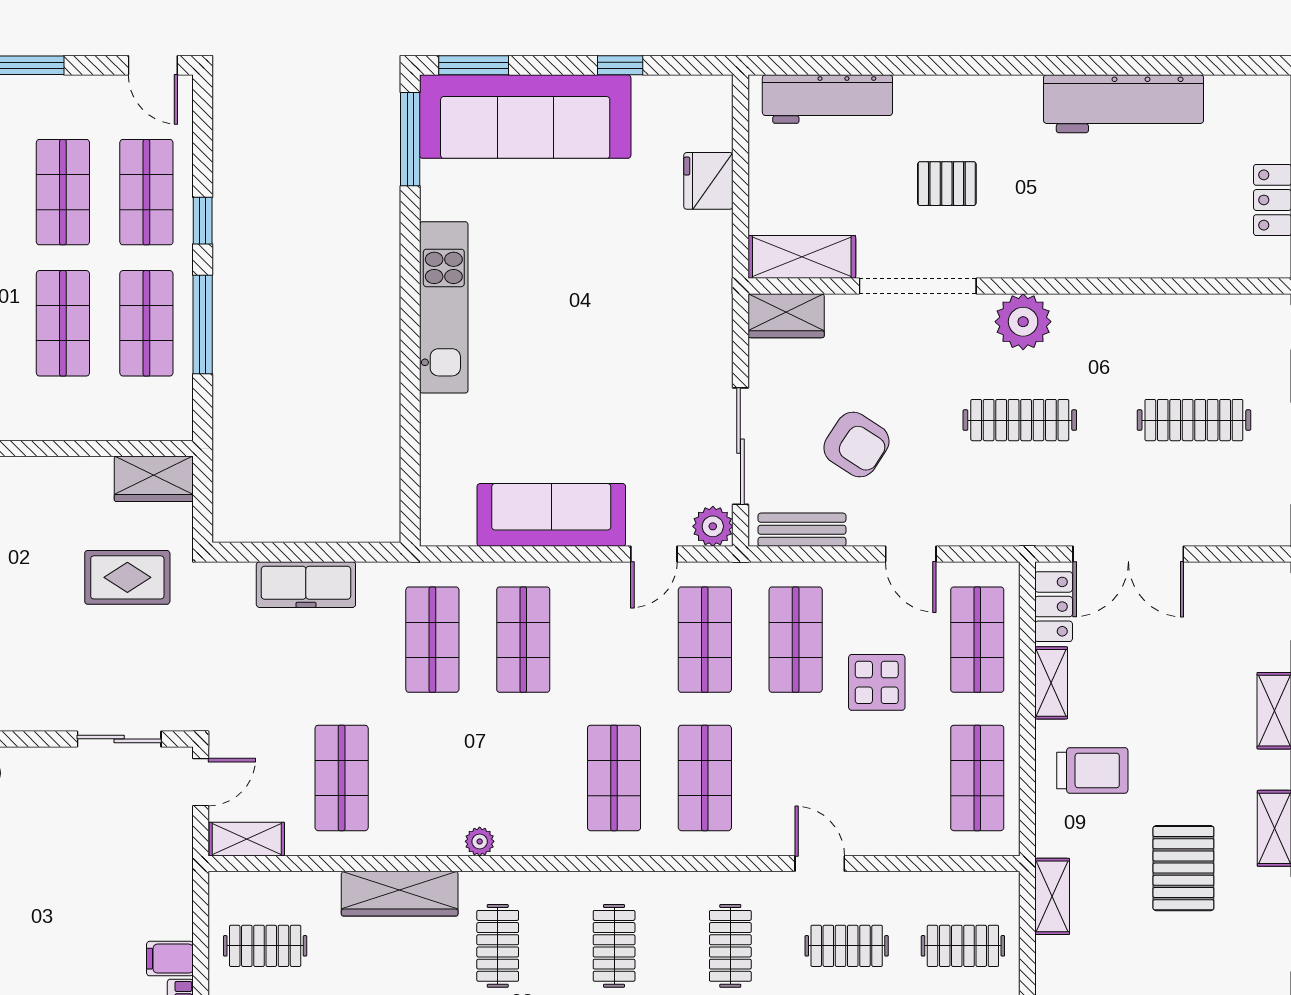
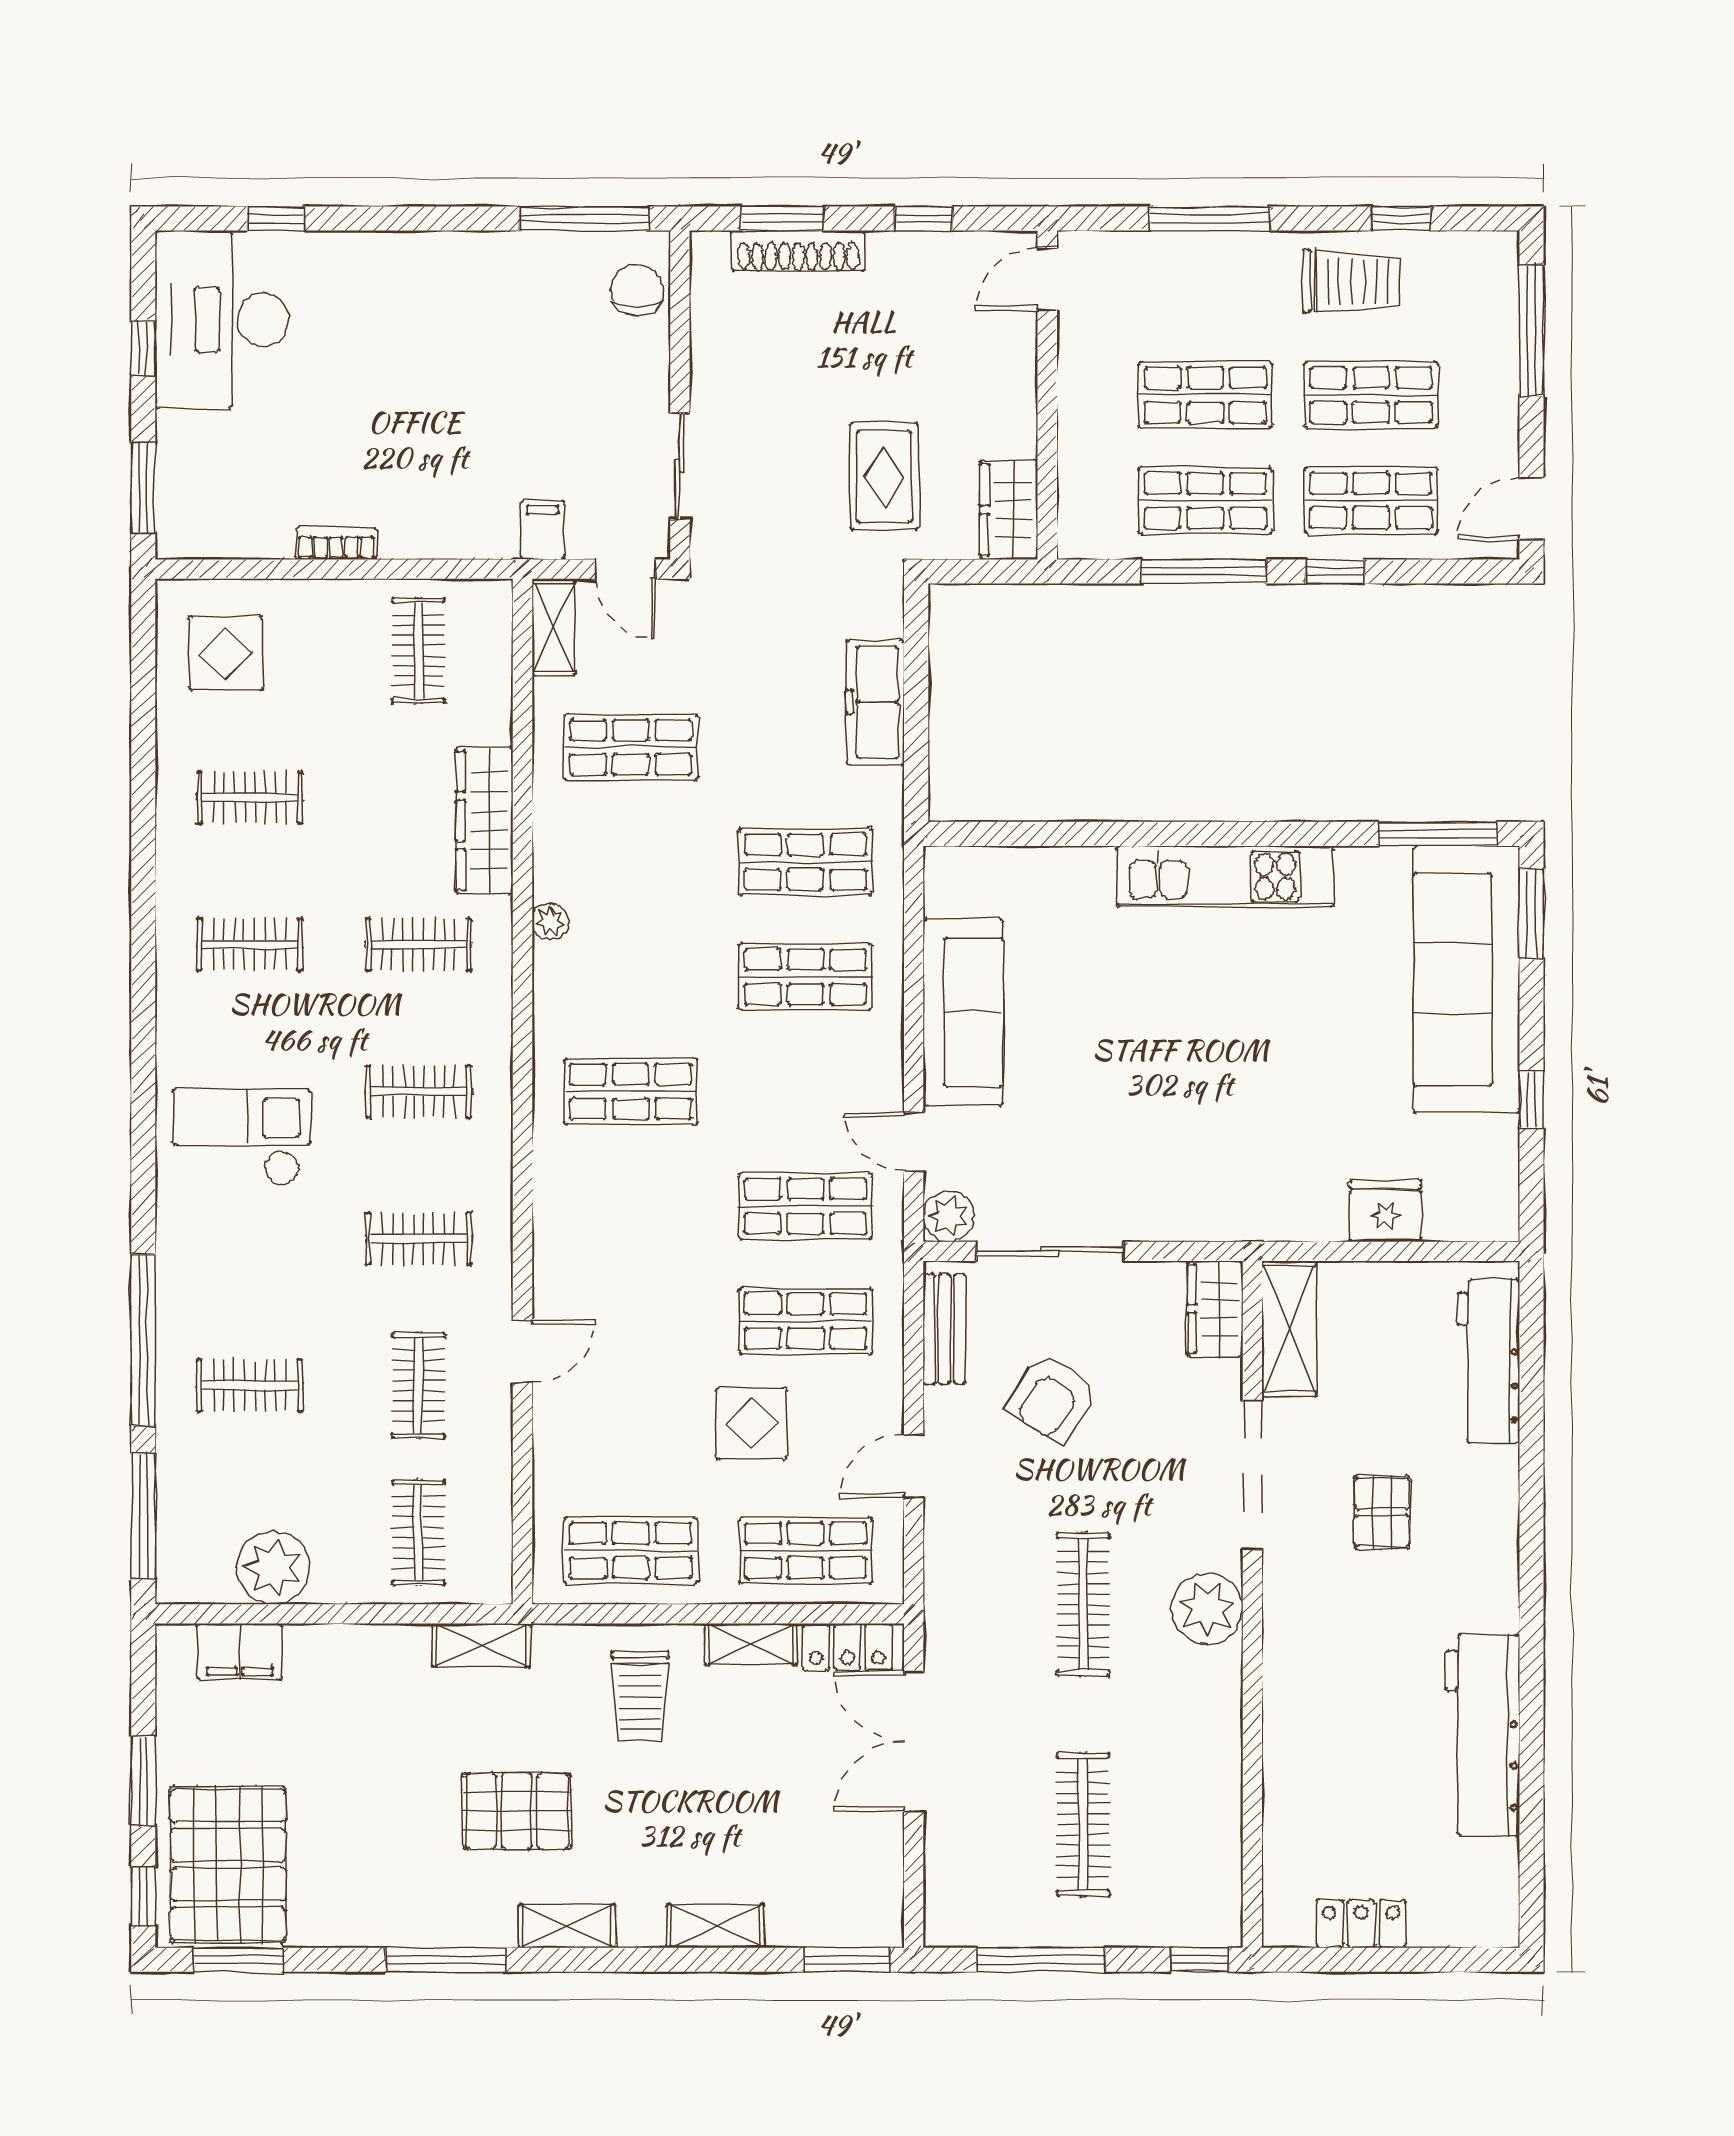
shop shelf: (705, 778) -> (631, 1206), removed
filing cabinet: (170, 959) -> (542, 530), moved

